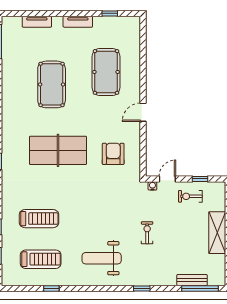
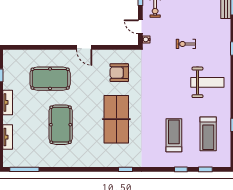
pool table: (52, 84) -> (61, 125), turned 90
weight bench: (102, 258) -> (207, 82), turned -90
treadmill: (41, 259) -> (208, 134), turned 180

